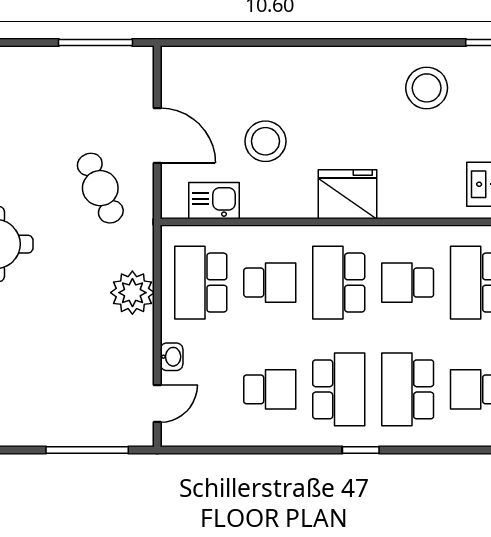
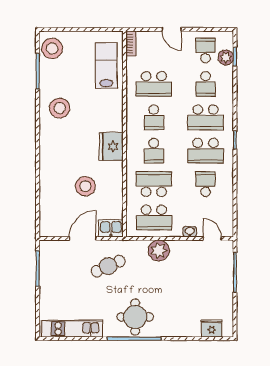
kitchen sink: (214, 201) -> (111, 228), moved, turned 90
school desk: (270, 283) -> (154, 184), width x1.85
school desk: (339, 283) -> (154, 151), width x0.54
school desk: (339, 389) -> (206, 151), turned 180

